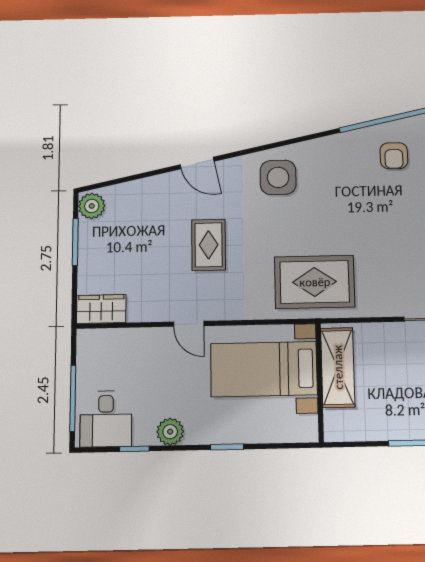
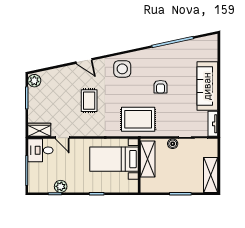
armchair: (394, 156) -> (161, 87), moved
door: (189, 324) -> (62, 138), moved
boiler: (391, 333) -> (173, 144), added
desk: (106, 419) -> (40, 150), moved, turned 90
plant: (170, 432) -> (61, 186), moved

